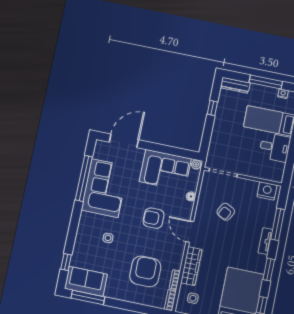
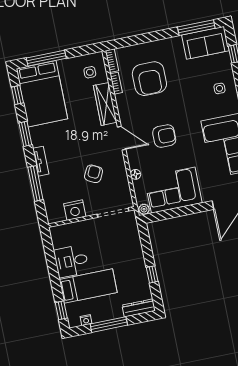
nightstand: (267, 191) -> (75, 210), moved
side table: (108, 238) -> (219, 88), moved

